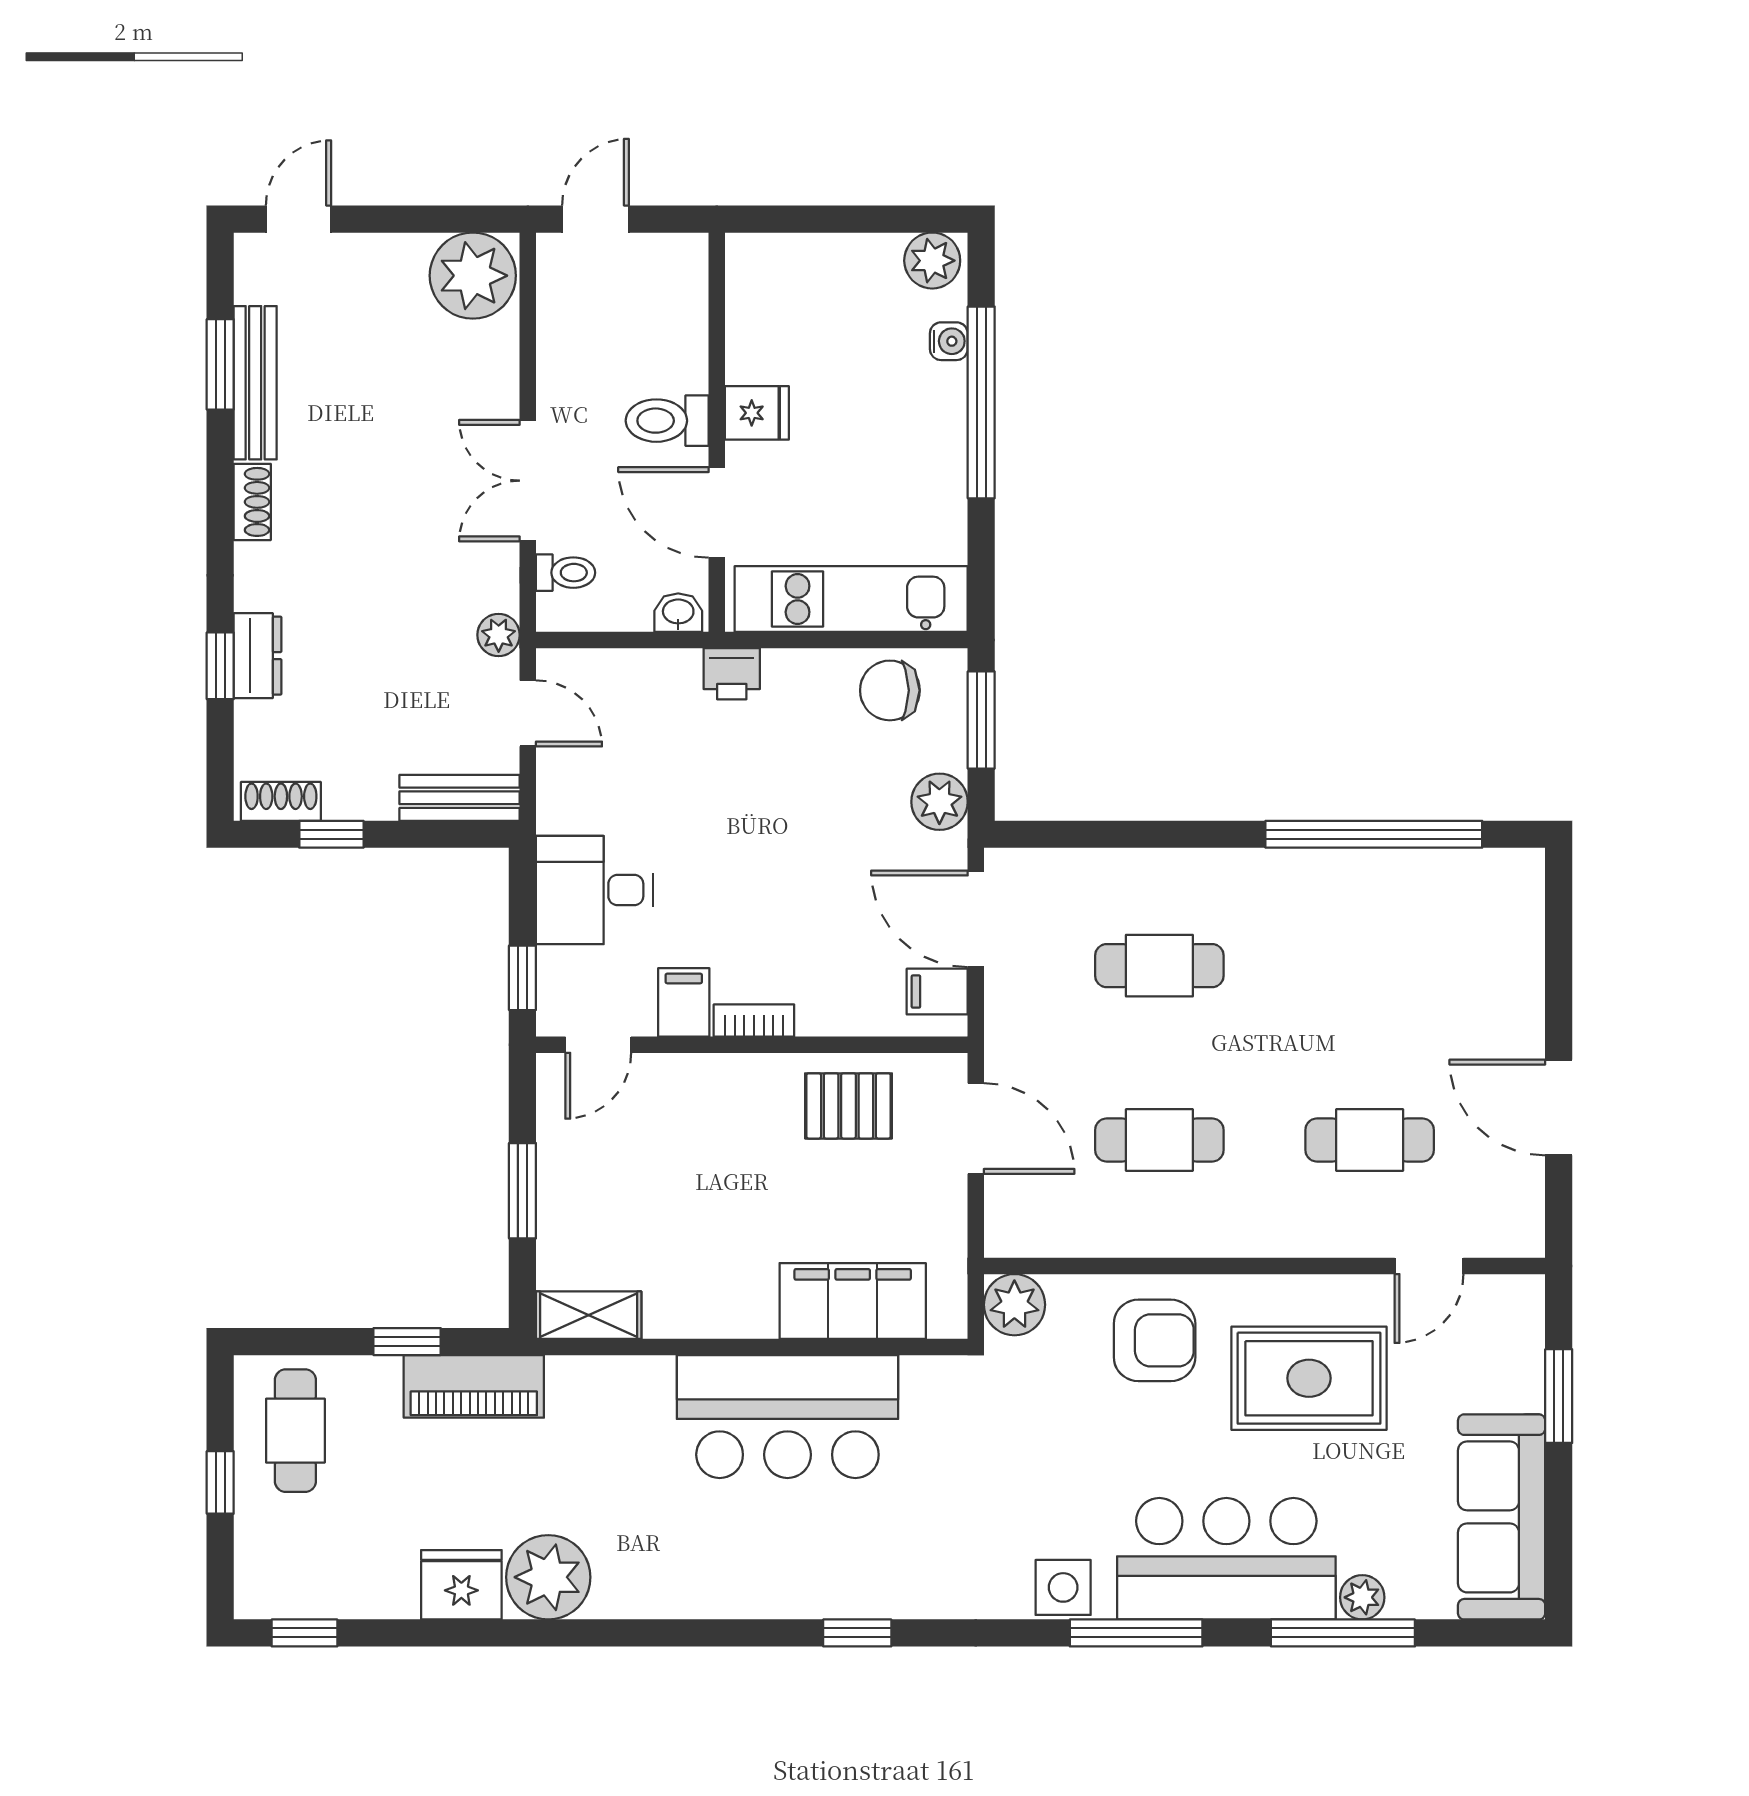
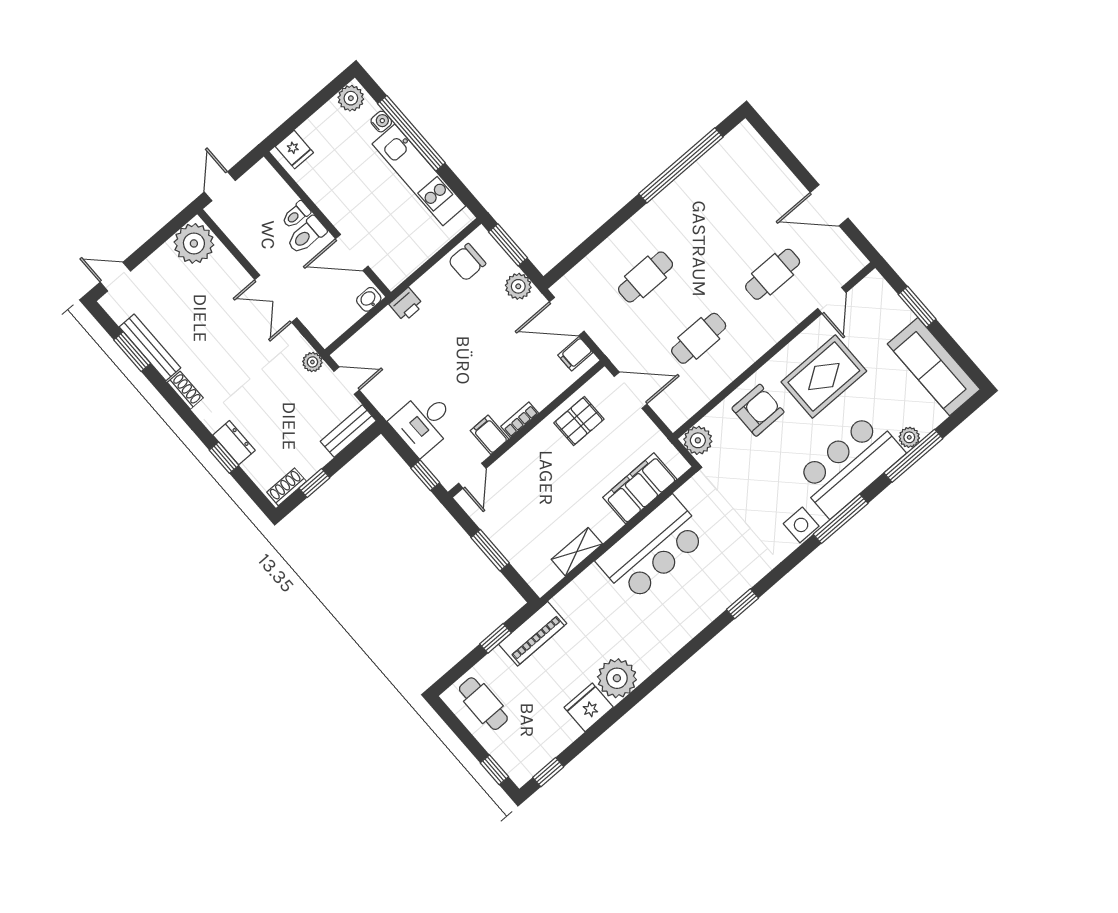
door: (298, 219) -> (115, 277), hinge flipped
fridge: (757, 413) -> (294, 150), moved, turned 90
toilet: (566, 573) -> (296, 215), moved, turned 180
kitchen unit: (851, 599) -> (419, 175), moved, turned -90
shelving: (589, 1315) -> (577, 552), moved
window: (220, 1482) -> (494, 770), moved

